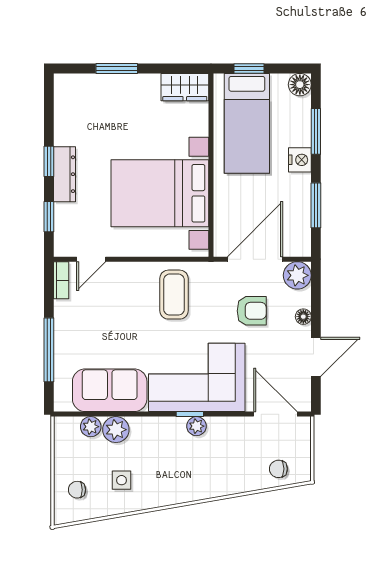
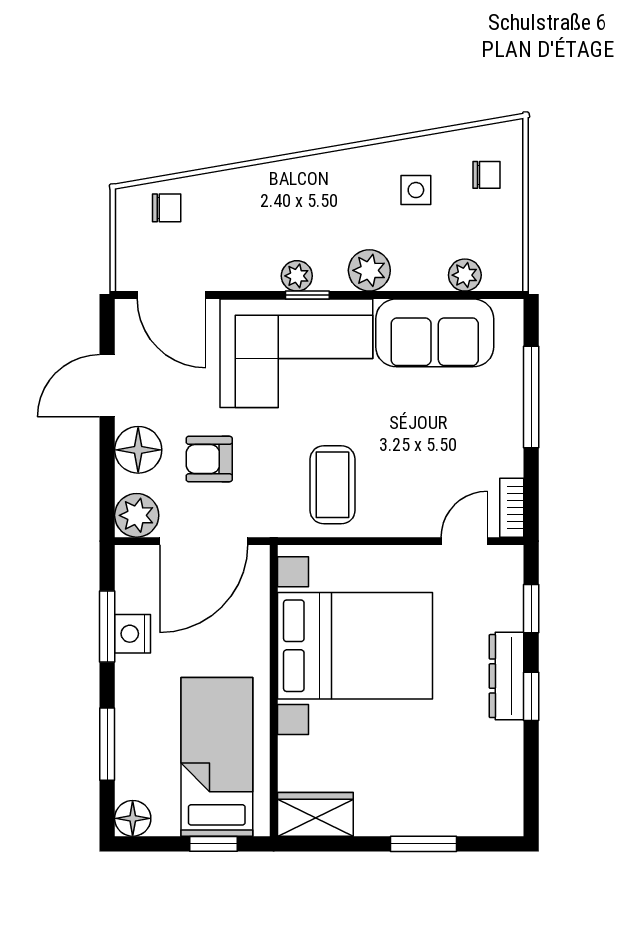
nightstand: (300, 160) -> (133, 634), moved
floor lamp: (303, 317) -> (138, 450), width x1.89, depth x1.89
plant: (116, 430) -> (369, 270), moved

